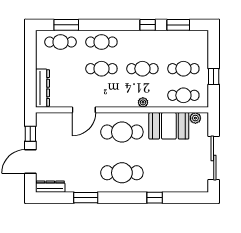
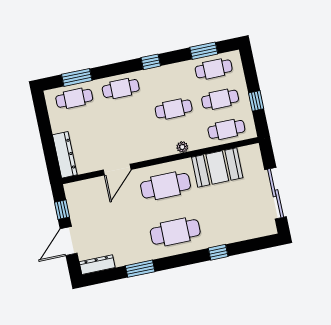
window: (148, 25) -> (151, 62), moved
cafe table: (101, 69) -> (214, 69), moved
plant: (195, 118) -> (245, 152), removed

